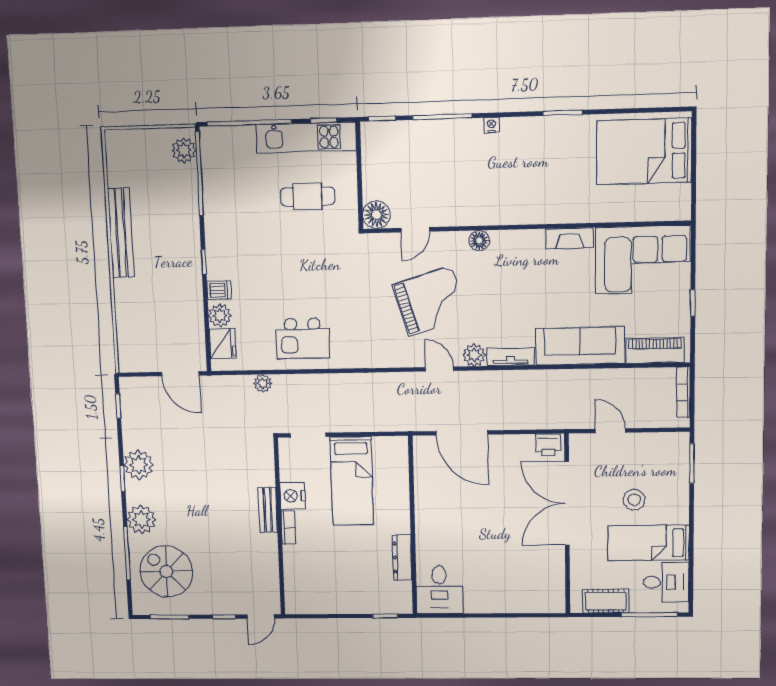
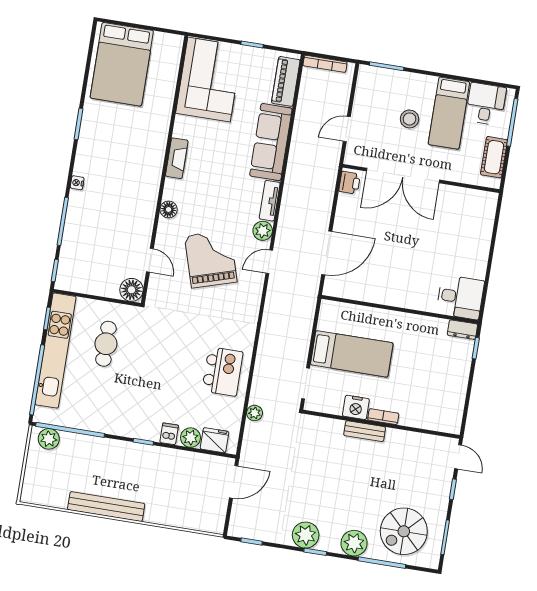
kitchen unit: (306, 138) -> (56, 351), width x1.36
fireplace: (570, 238) -> (177, 158), moved
dresser: (402, 558) -> (462, 330), moved, width x0.70

